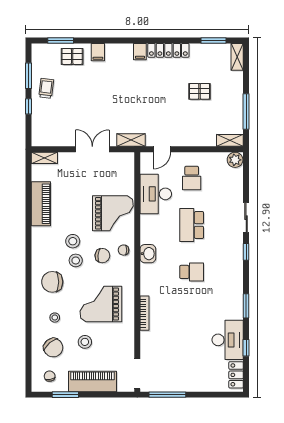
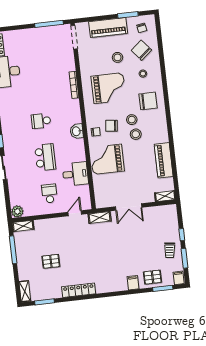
filing cabinet: (140, 52) -> (179, 278), moved
desk: (156, 194) -> (75, 174), width x0.73

